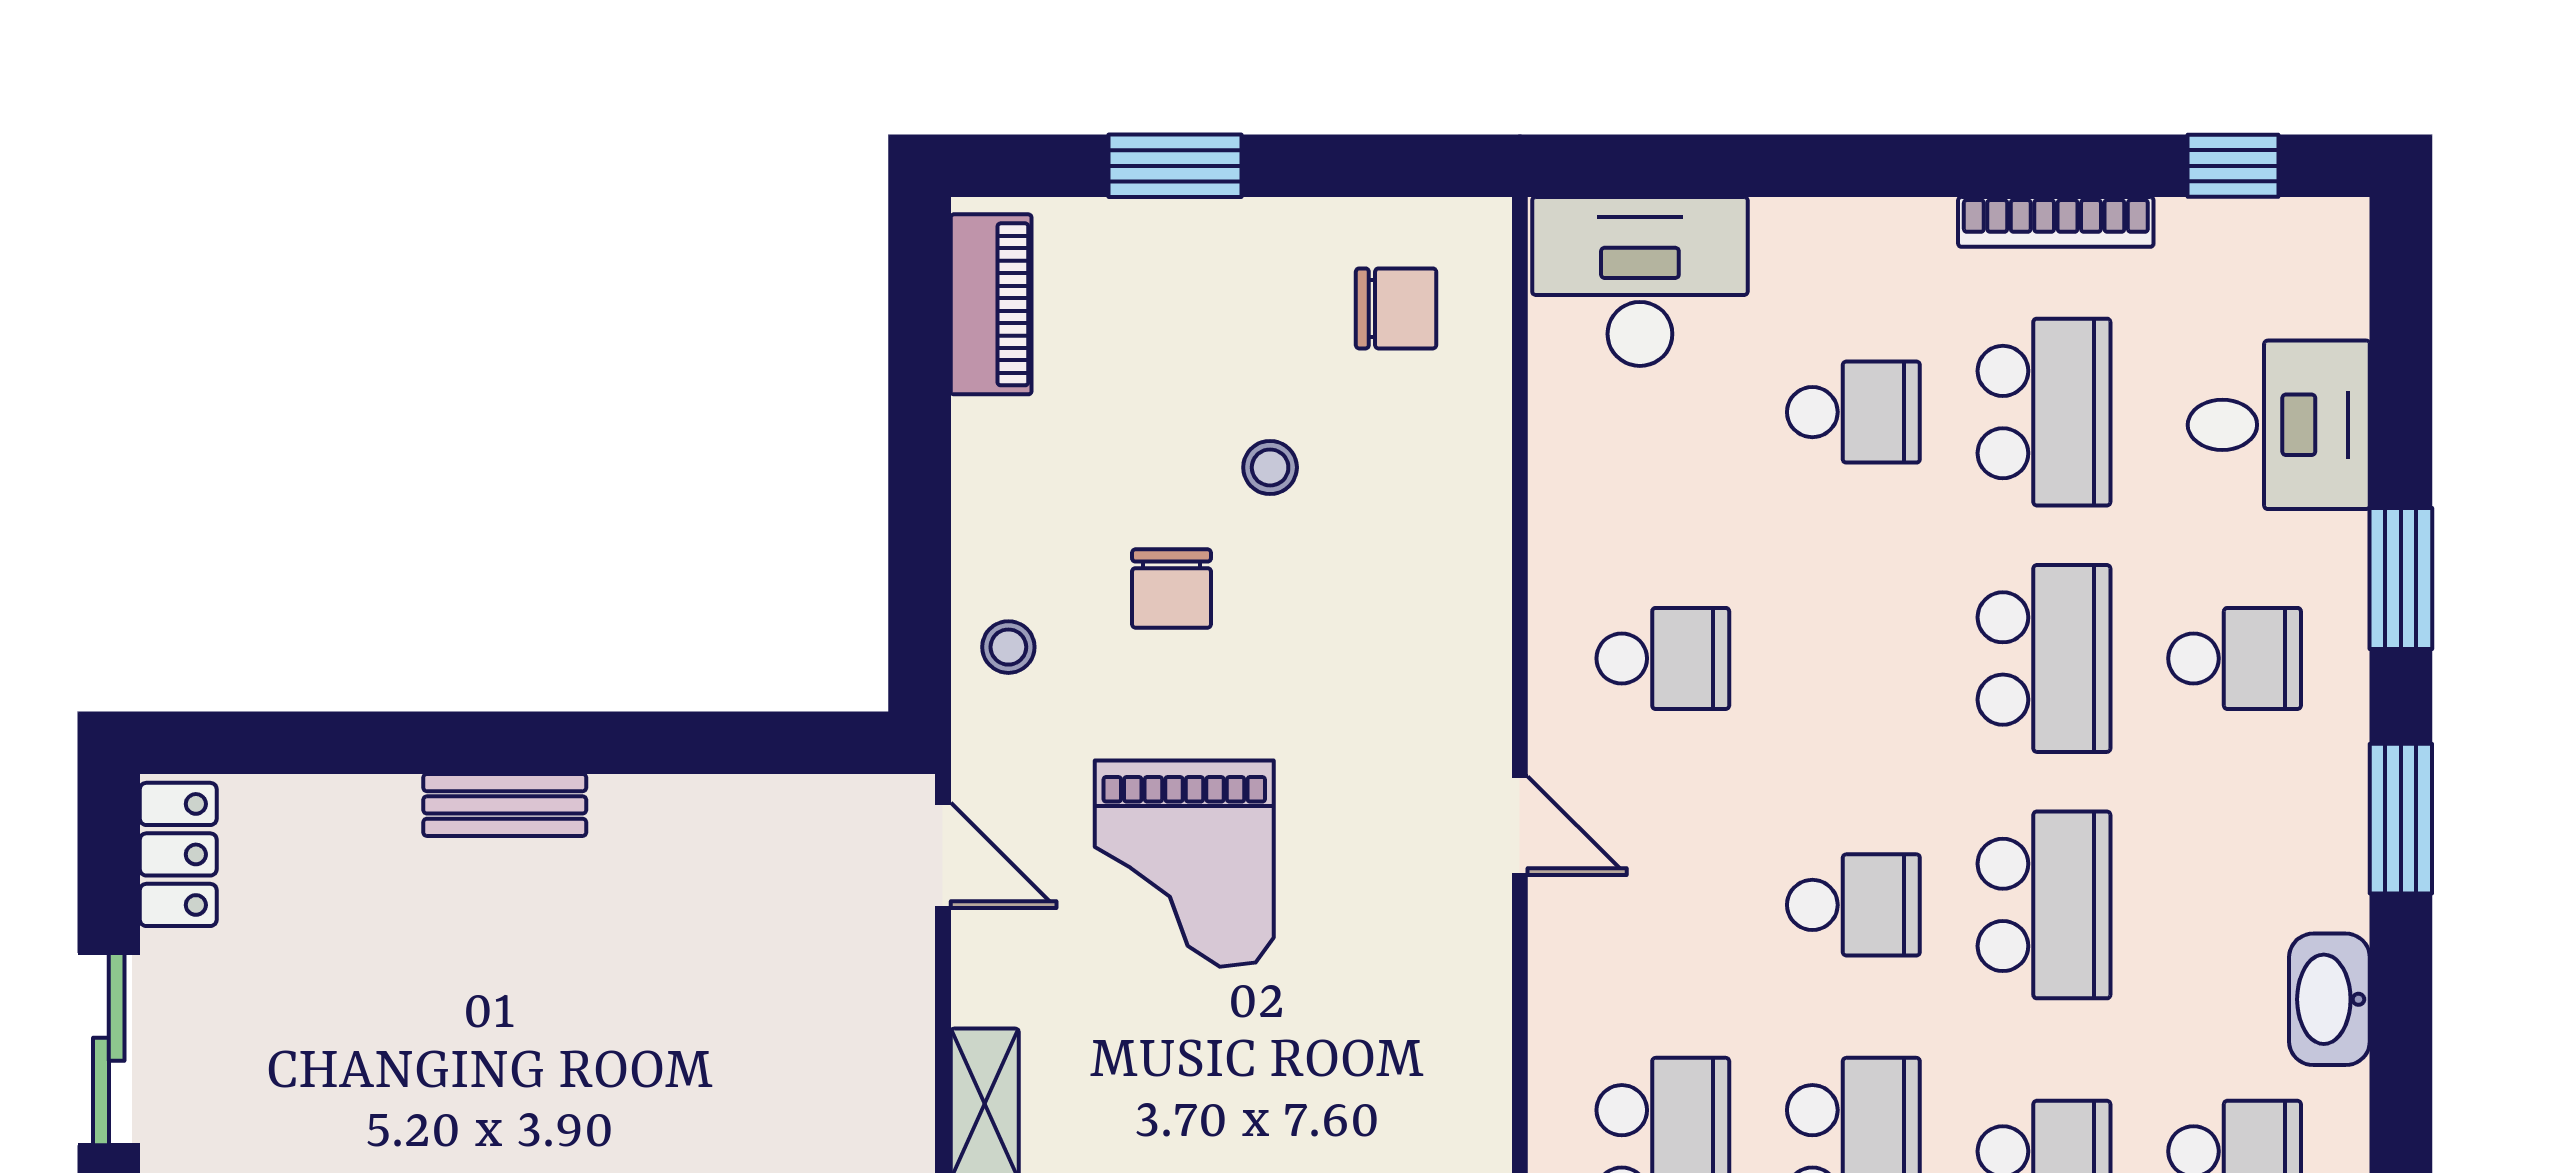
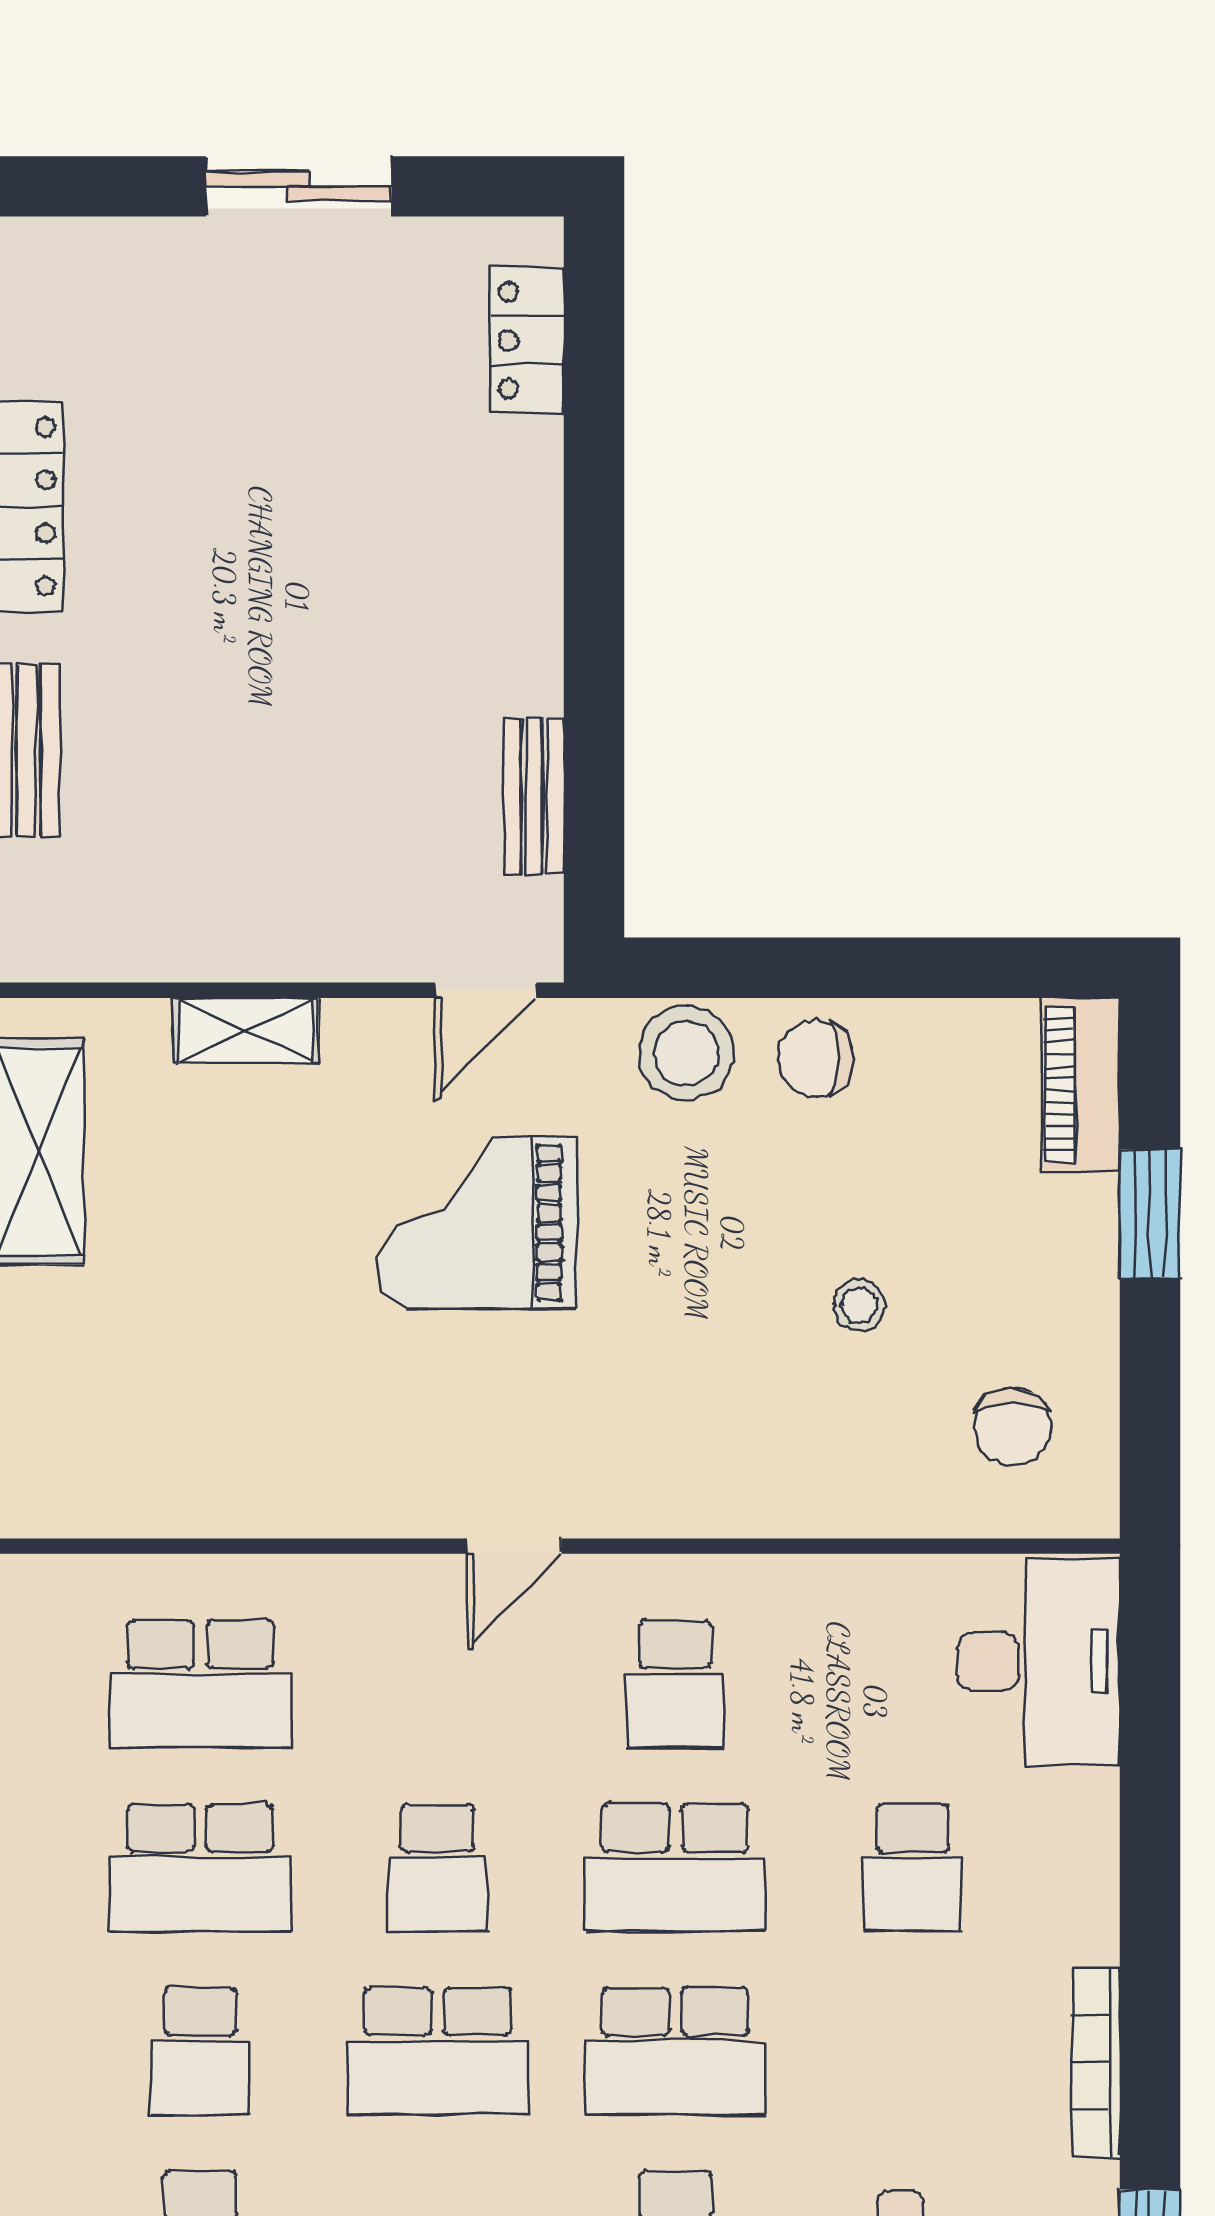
piano: (991, 304) -> (1081, 1085), moved, turned 90
school desk: (2044, 412) -> (675, 1868), moved
chair: (1171, 588) -> (815, 1059), moved
stool: (1008, 647) -> (686, 1053), width x1.89, depth x1.89
bench: (505, 805) -> (534, 797), moved
locker: (178, 854) -> (527, 340), moved, turned 90

